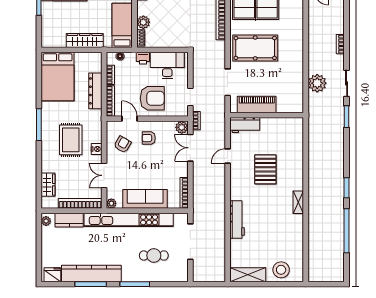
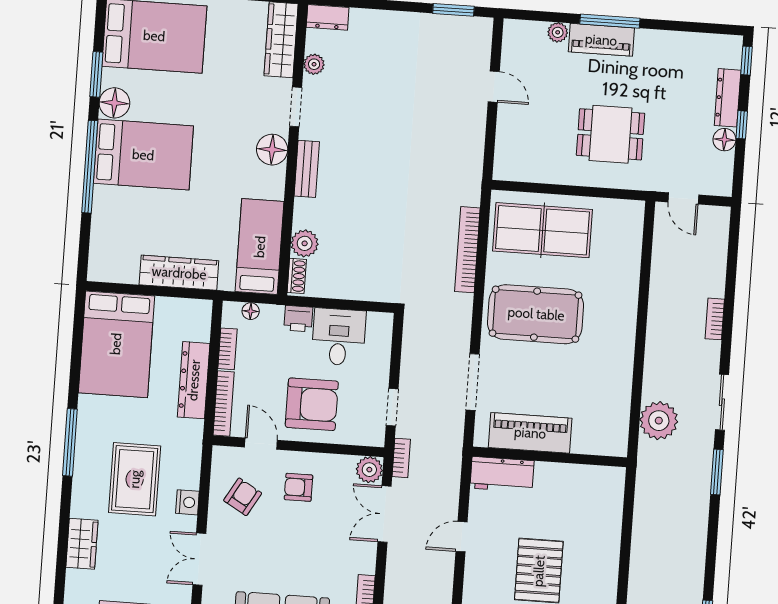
desk: (167, 65) -> (339, 337), width x0.73
plant: (317, 83) -> (659, 421), moved
wardrobe: (48, 185) -> (82, 544), moved

